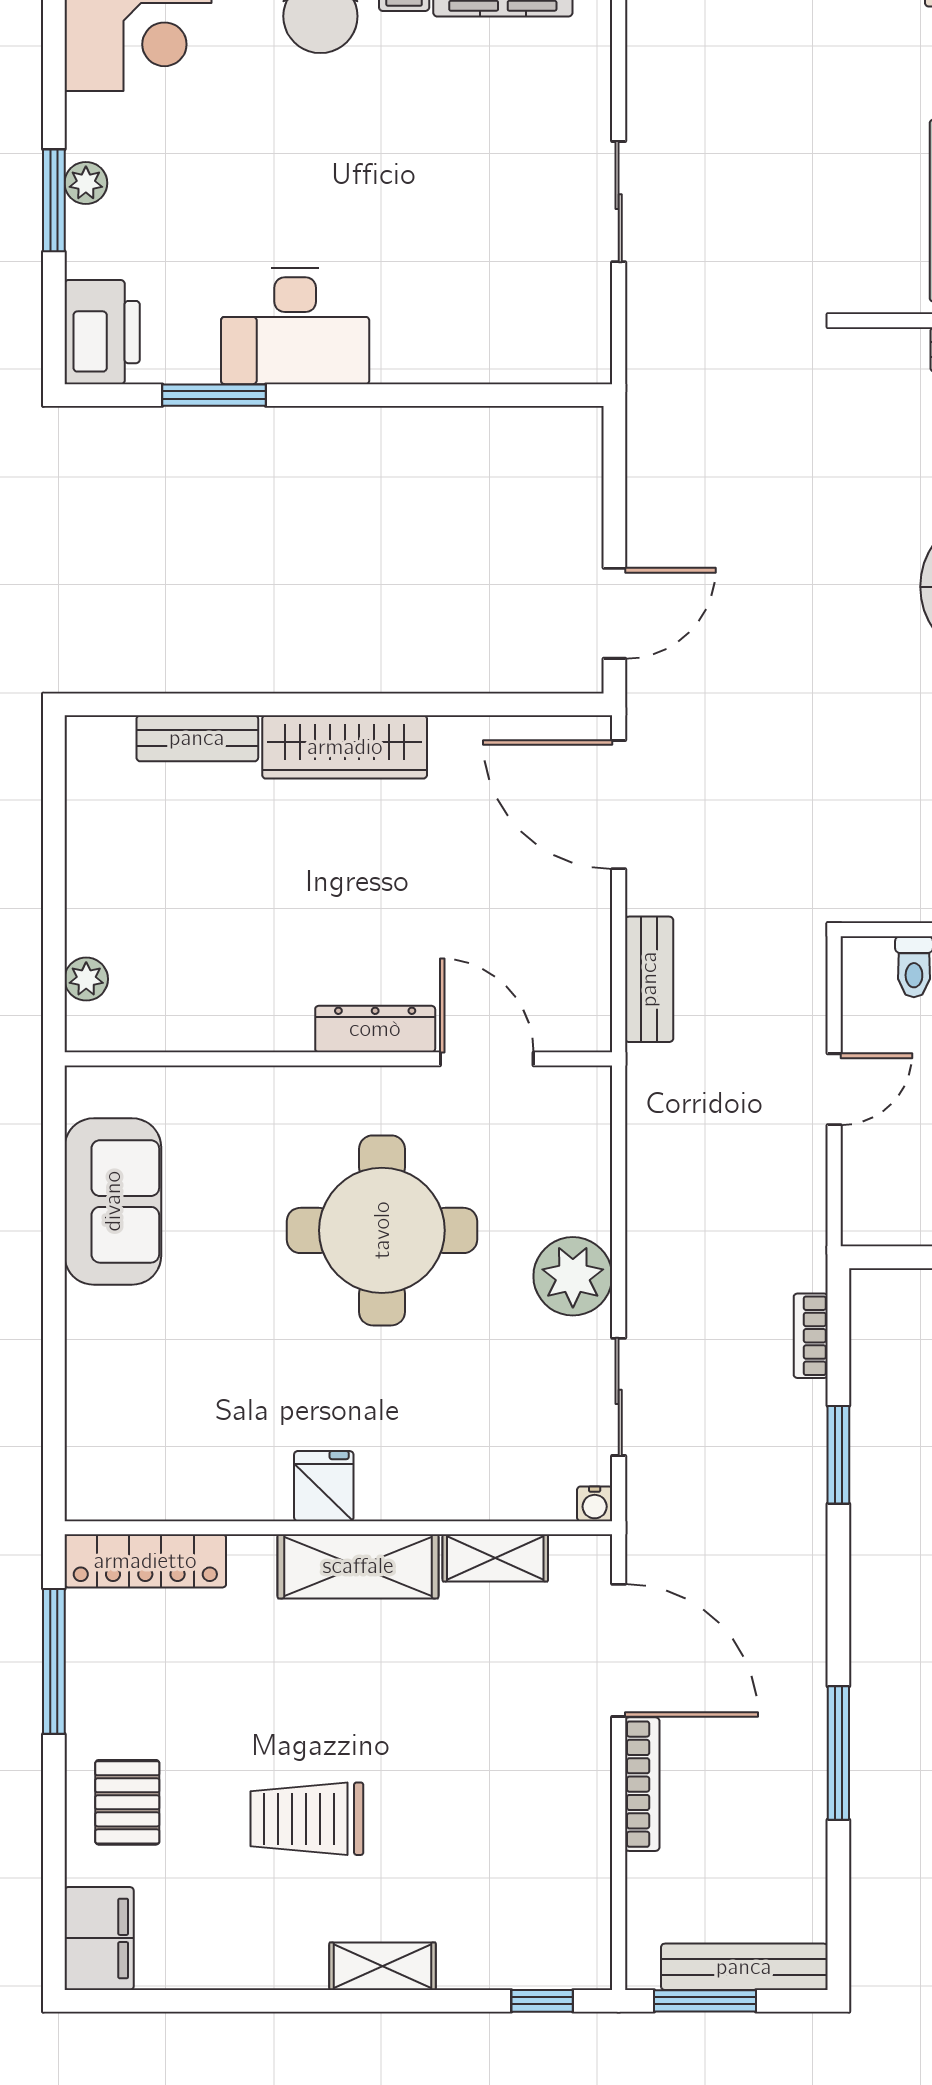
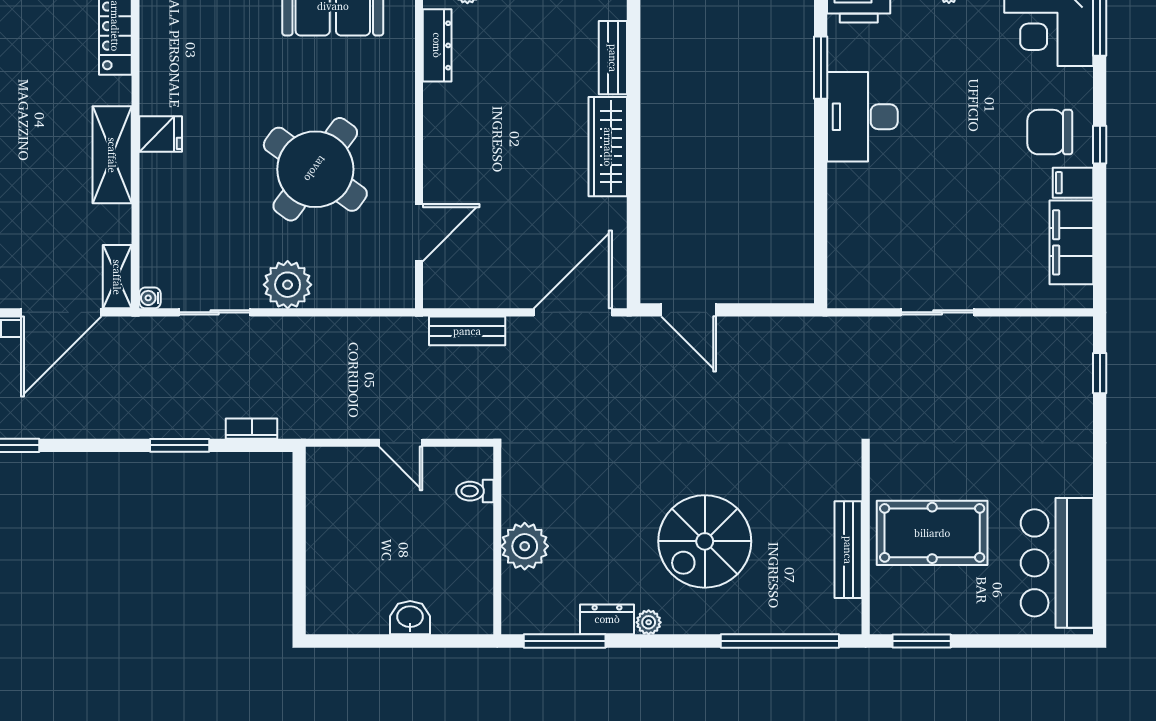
dresser: (375, 1029) -> (437, 45), moved
round table: (382, 1230) -> (315, 169), turned 36
shelving: (495, 1558) -> (117, 277), moved

